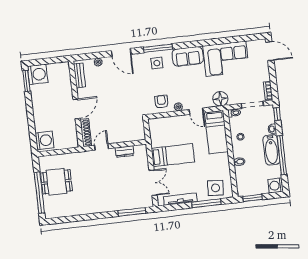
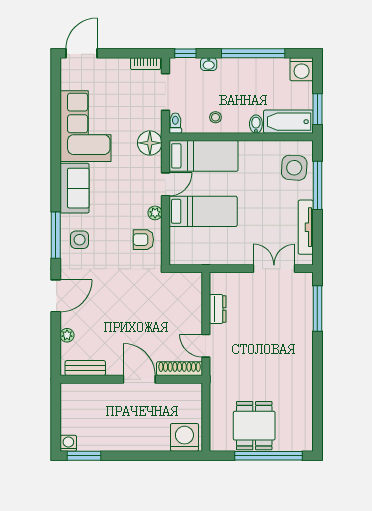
washing machine: (38, 74) -> (68, 443), width x0.53, depth x0.53
bathtub: (271, 150) -> (288, 122), moved, turned 180
bed: (173, 155) -> (203, 211), moved, turned 90

